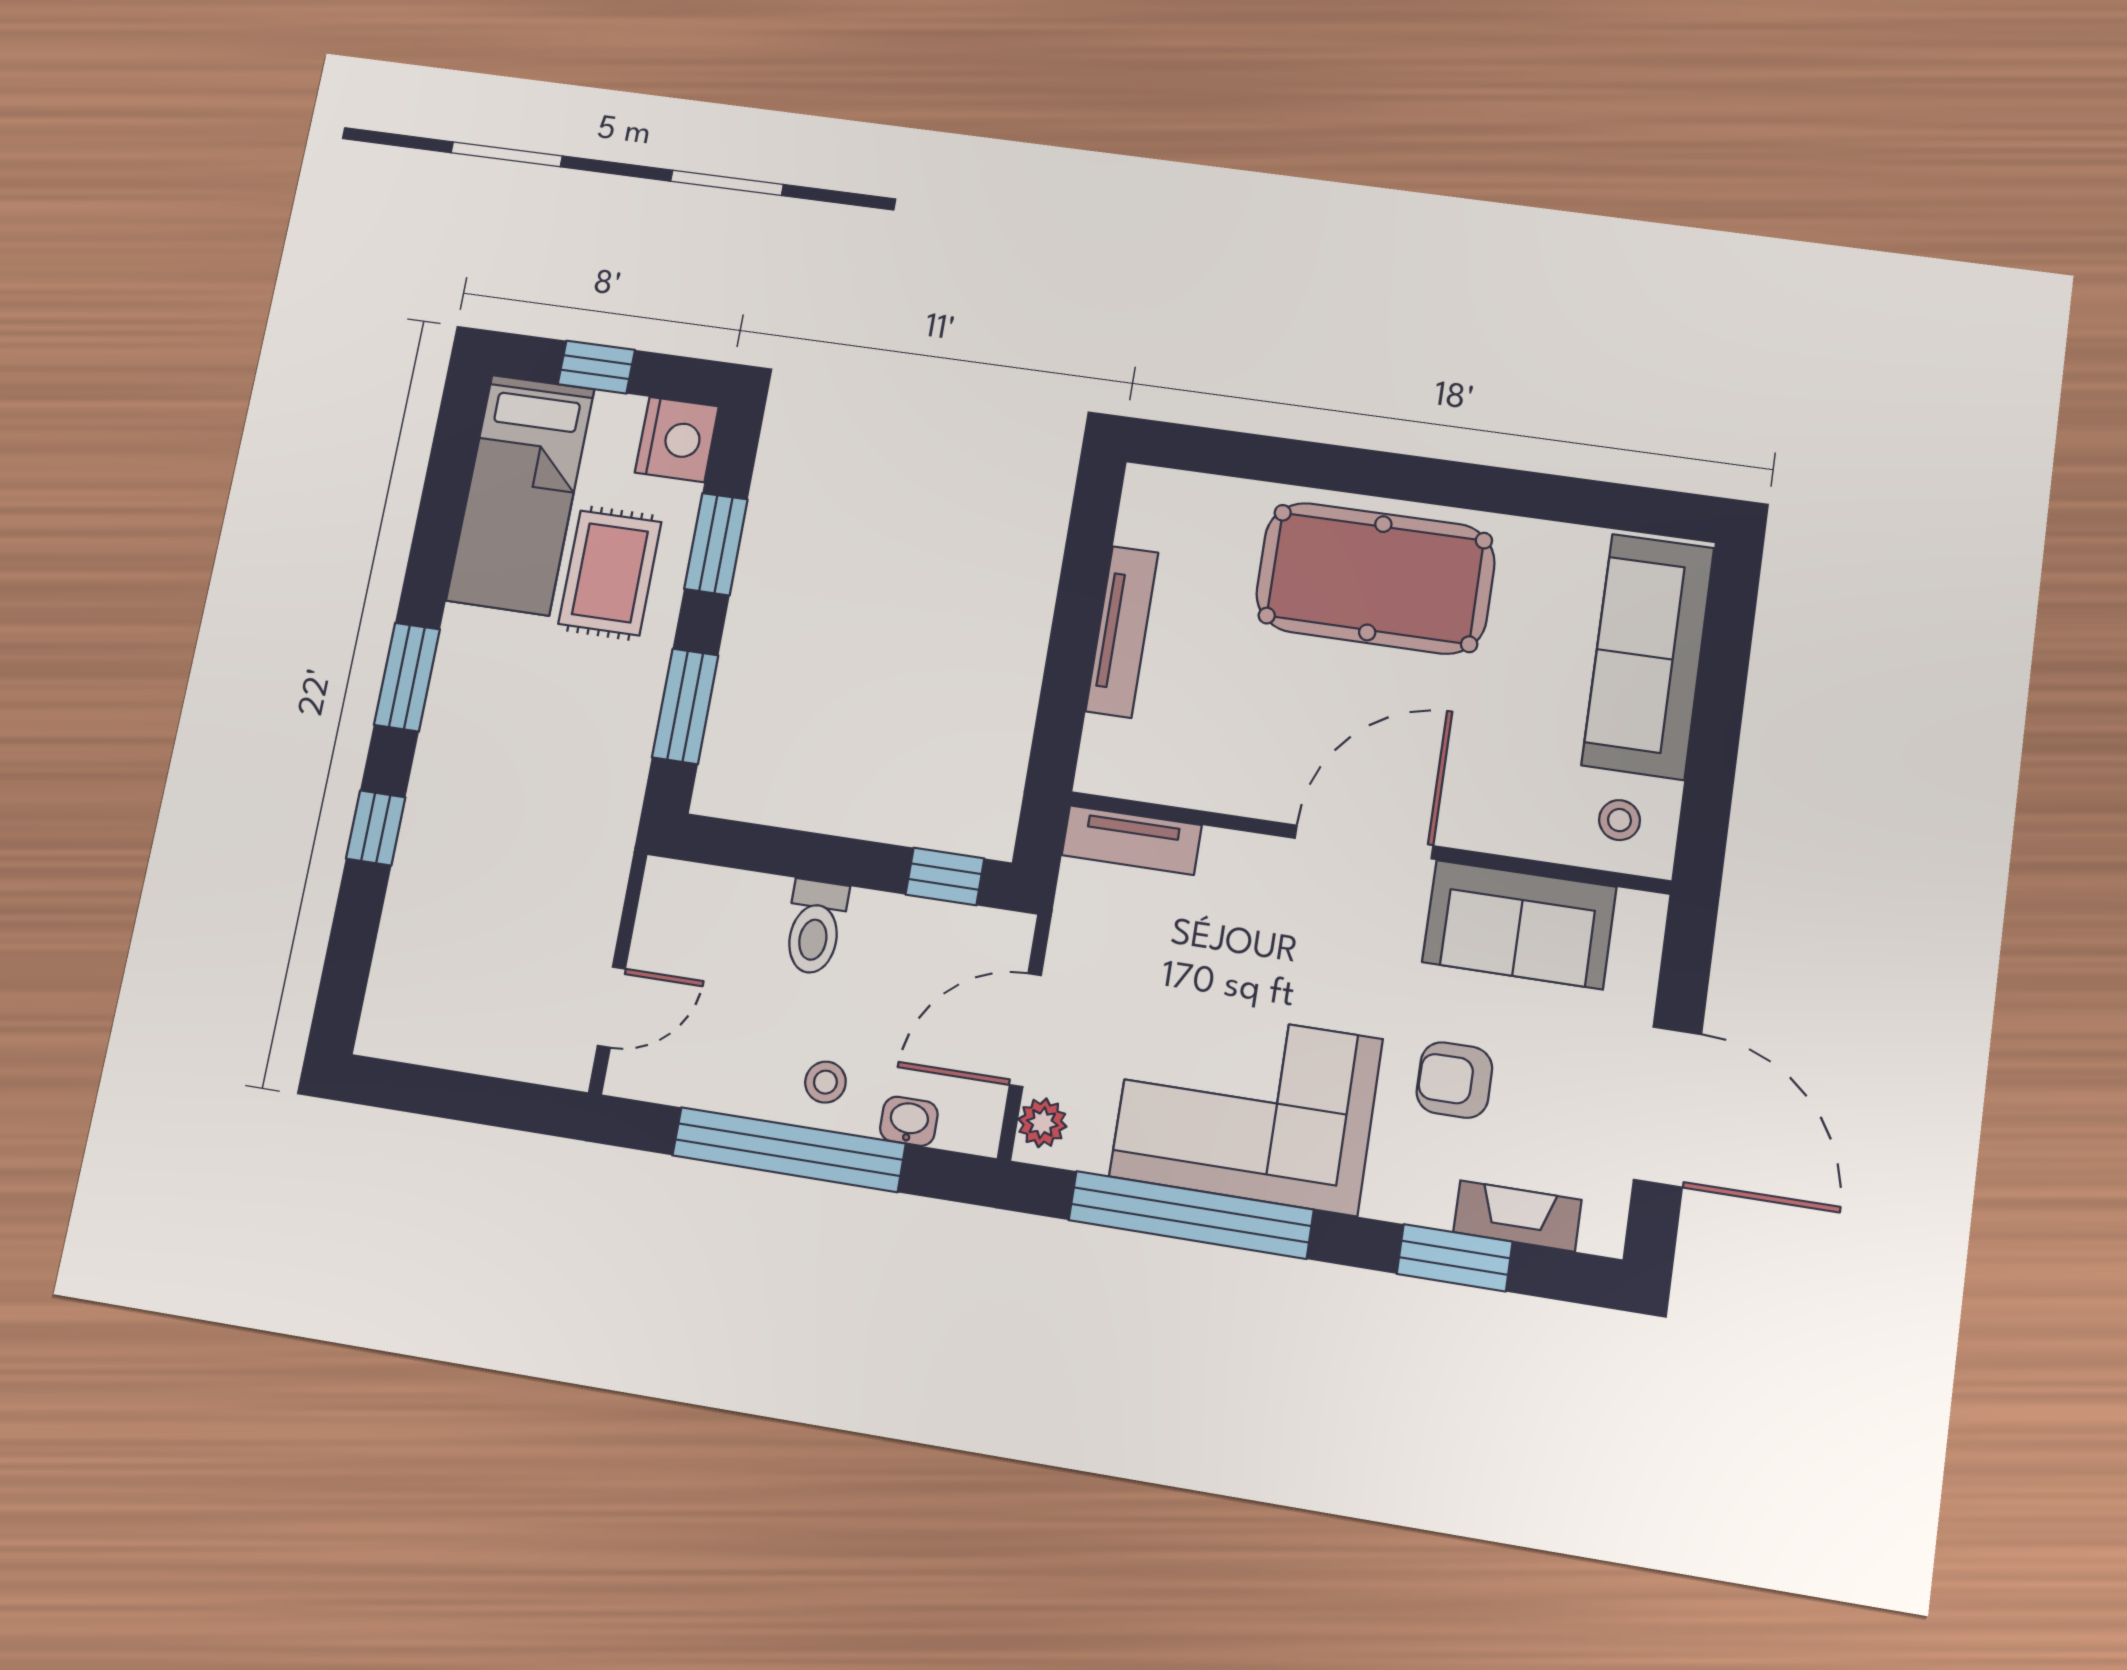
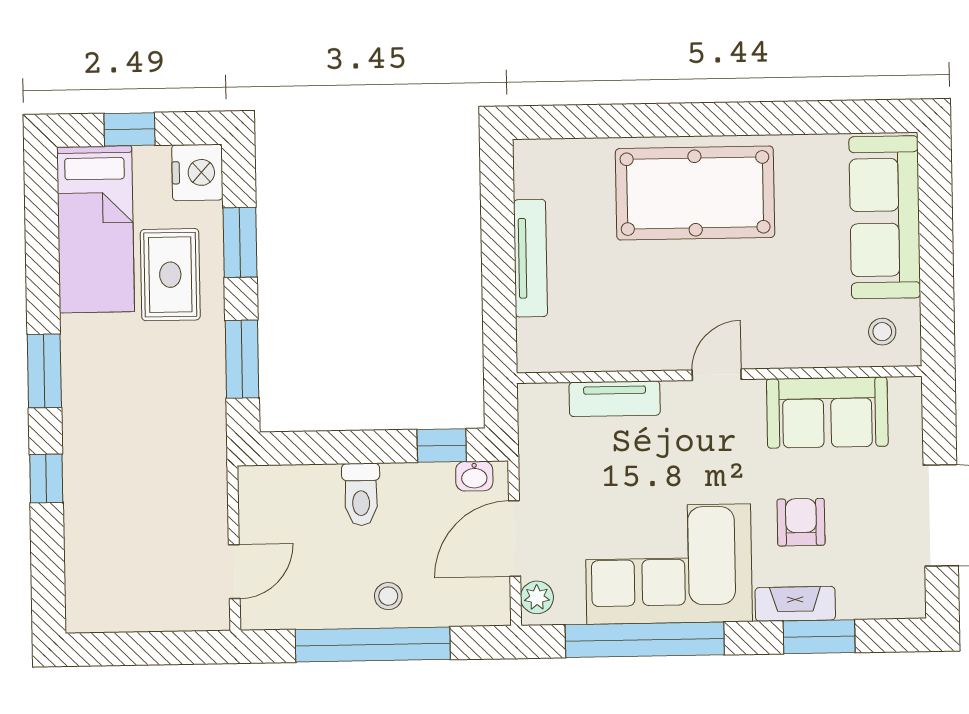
tv unit: (1132, 840) -> (615, 399), moved
door: (1364, 842) -> (717, 375), width x0.53
armchair: (1454, 1080) -> (801, 522), turned 90
washbasin: (909, 1121) -> (474, 476), moved, turned 180
fireplace: (1517, 1216) -> (795, 604), moved

